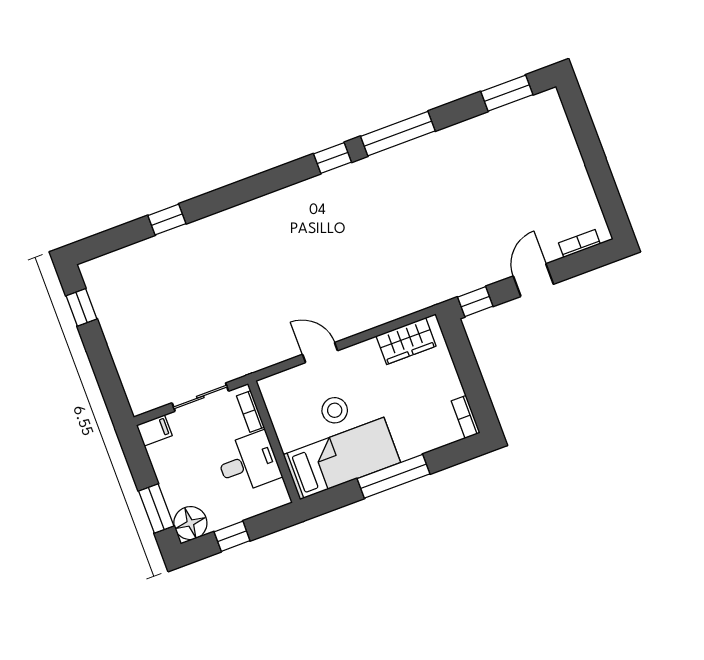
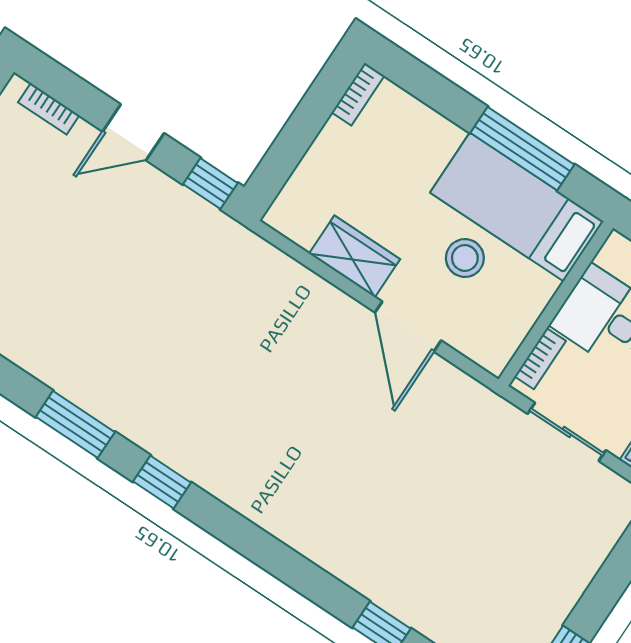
window: (398, 134) -> (75, 424), width x0.69
wardrobe: (406, 341) -> (355, 256), moved
door: (320, 352) -> (408, 326), width x1.38
window: (393, 476) -> (522, 149), moved

